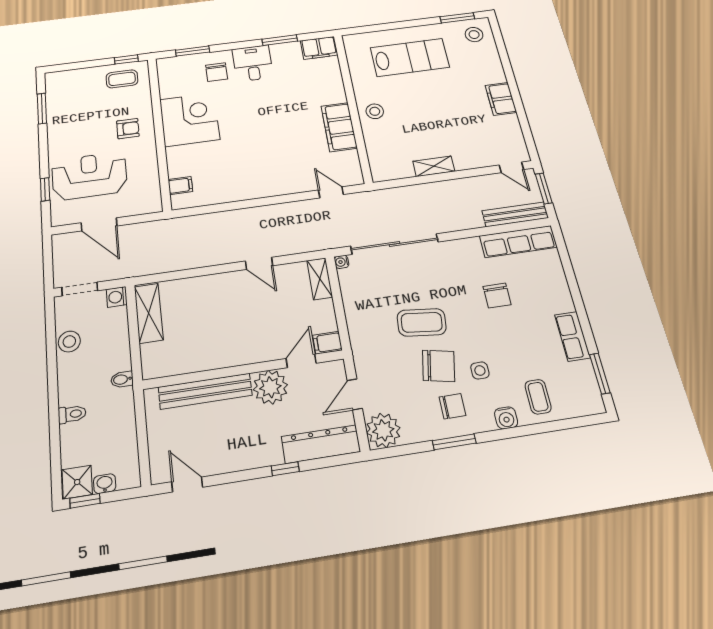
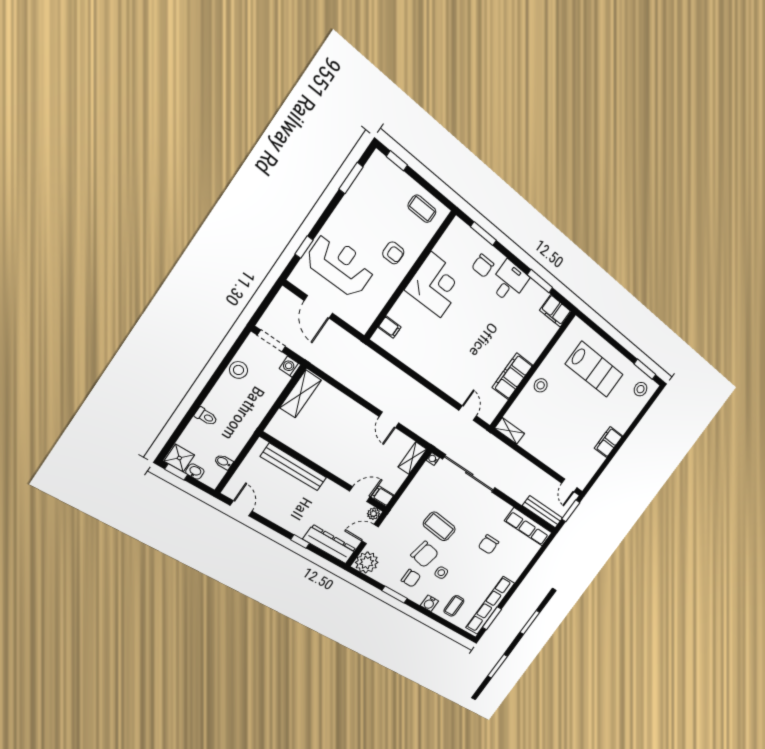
window: (126, 59) -> (397, 161), moved
shelving: (434, 166) -> (510, 431), moved
row of seats: (572, 336) -> (490, 605), width x2.02
bidet: (122, 379) -> (224, 462), moved
plant: (270, 387) -> (374, 514), moved, width x0.53, depth x0.53

